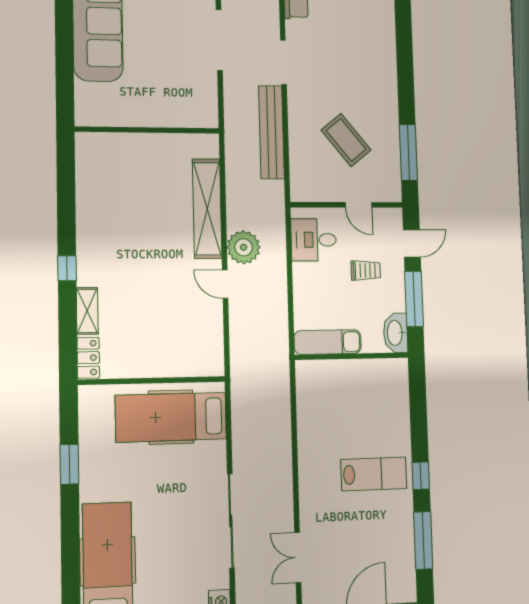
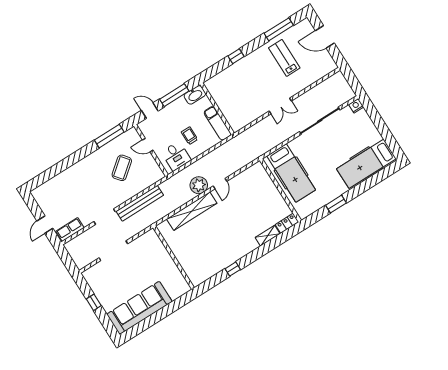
door: (359, 205) -> (148, 145), swing flipped
window: (67, 268) -> (233, 269), moved
trolley: (366, 270) -> (189, 136), moved
lab bench: (374, 474) -> (284, 58), moved
window: (421, 476) -> (236, 56), moved
double door: (298, 558) -> (280, 106), moved

